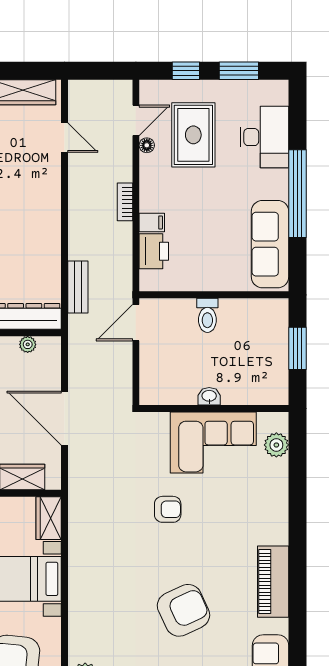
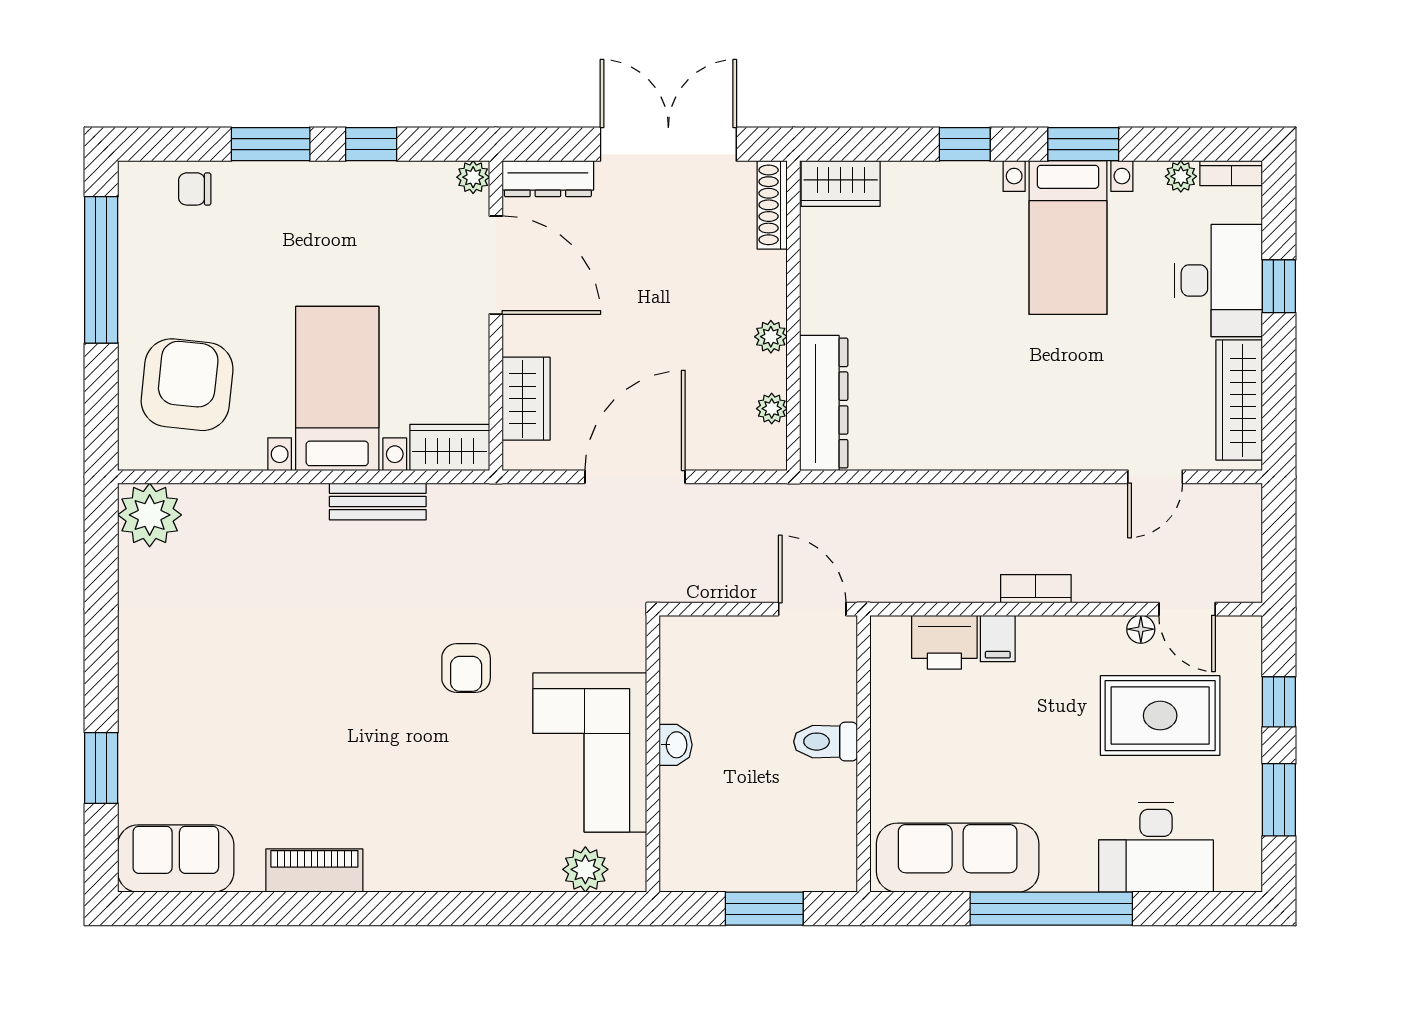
bench: (78, 287) -> (378, 501), moved
piano: (273, 582) -> (314, 870), width x0.73, depth x0.75
armchair: (183, 610) -> (279, 697), removed

